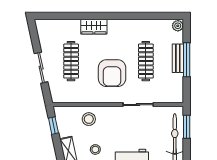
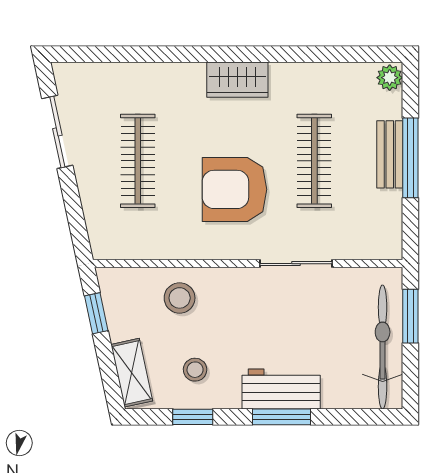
wardrobe: (94, 27) -> (237, 80), moved
sliding door: (41, 68) -> (57, 132), moved
armchair: (112, 73) -> (234, 189), turned 90

